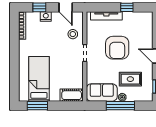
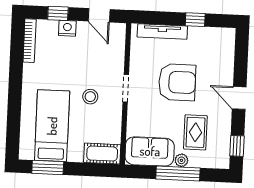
stool: (73, 34) -> (90, 97), moved
armchair: (117, 48) -> (177, 82), turned -90
rug: (130, 79) -> (195, 132), turned 90

